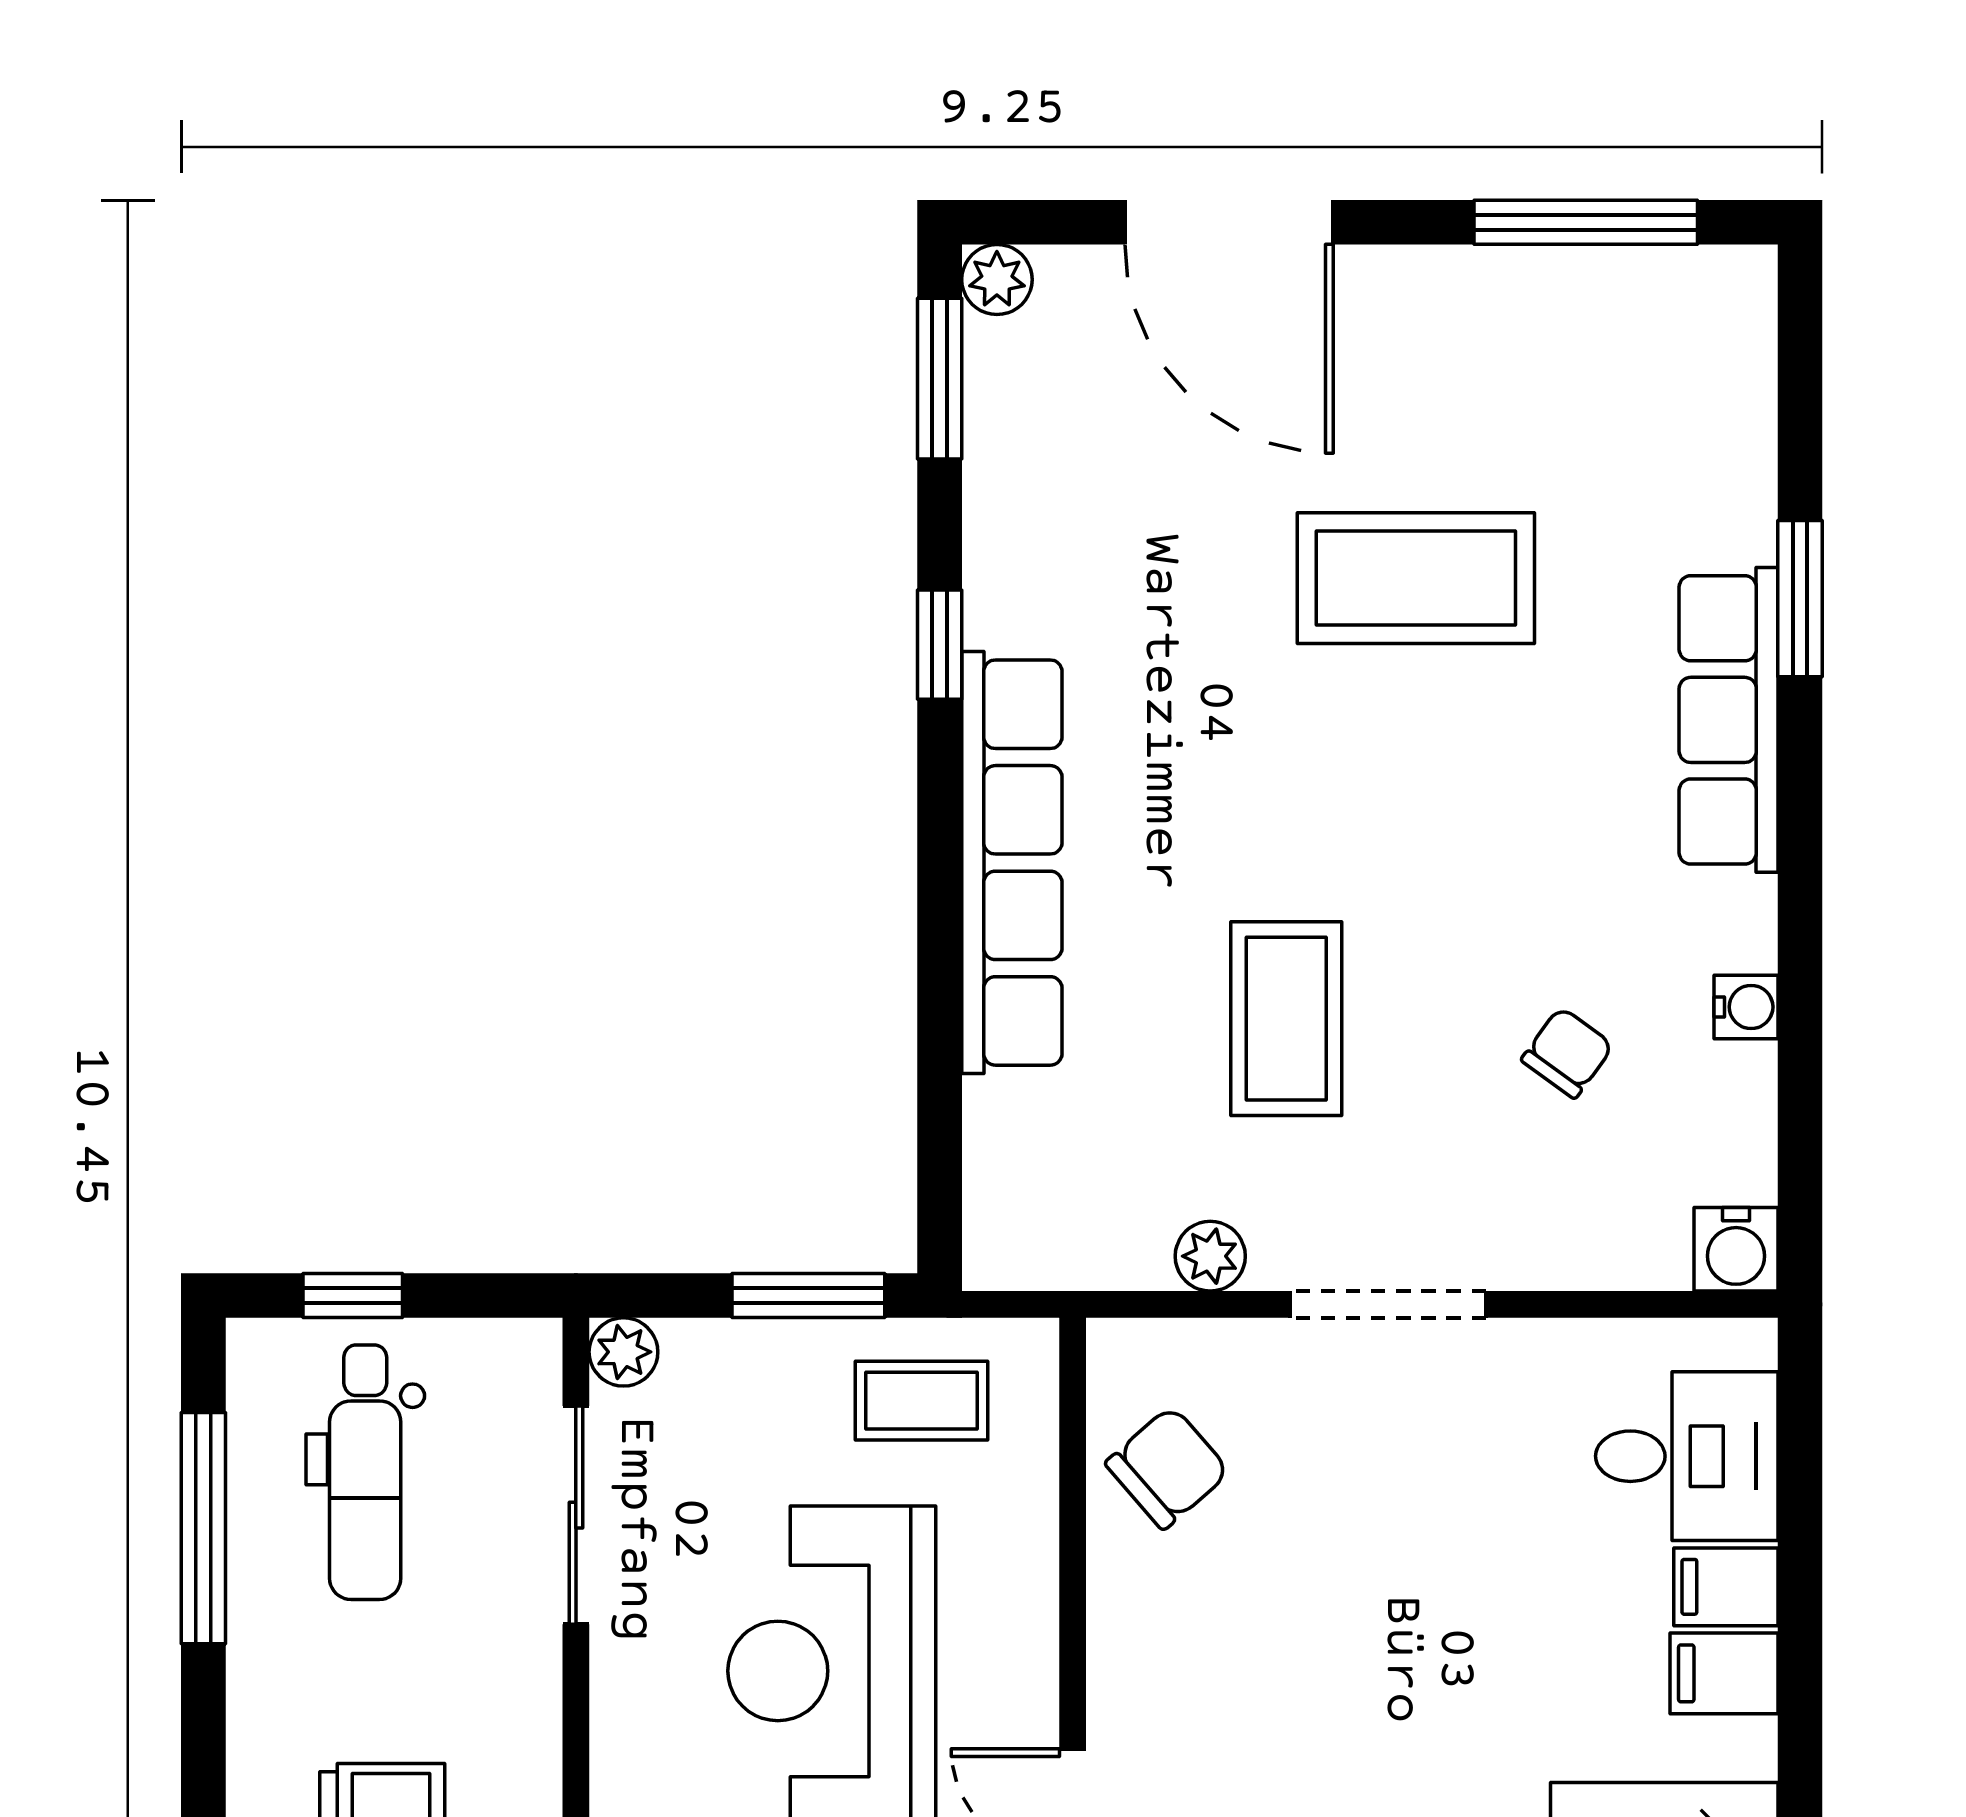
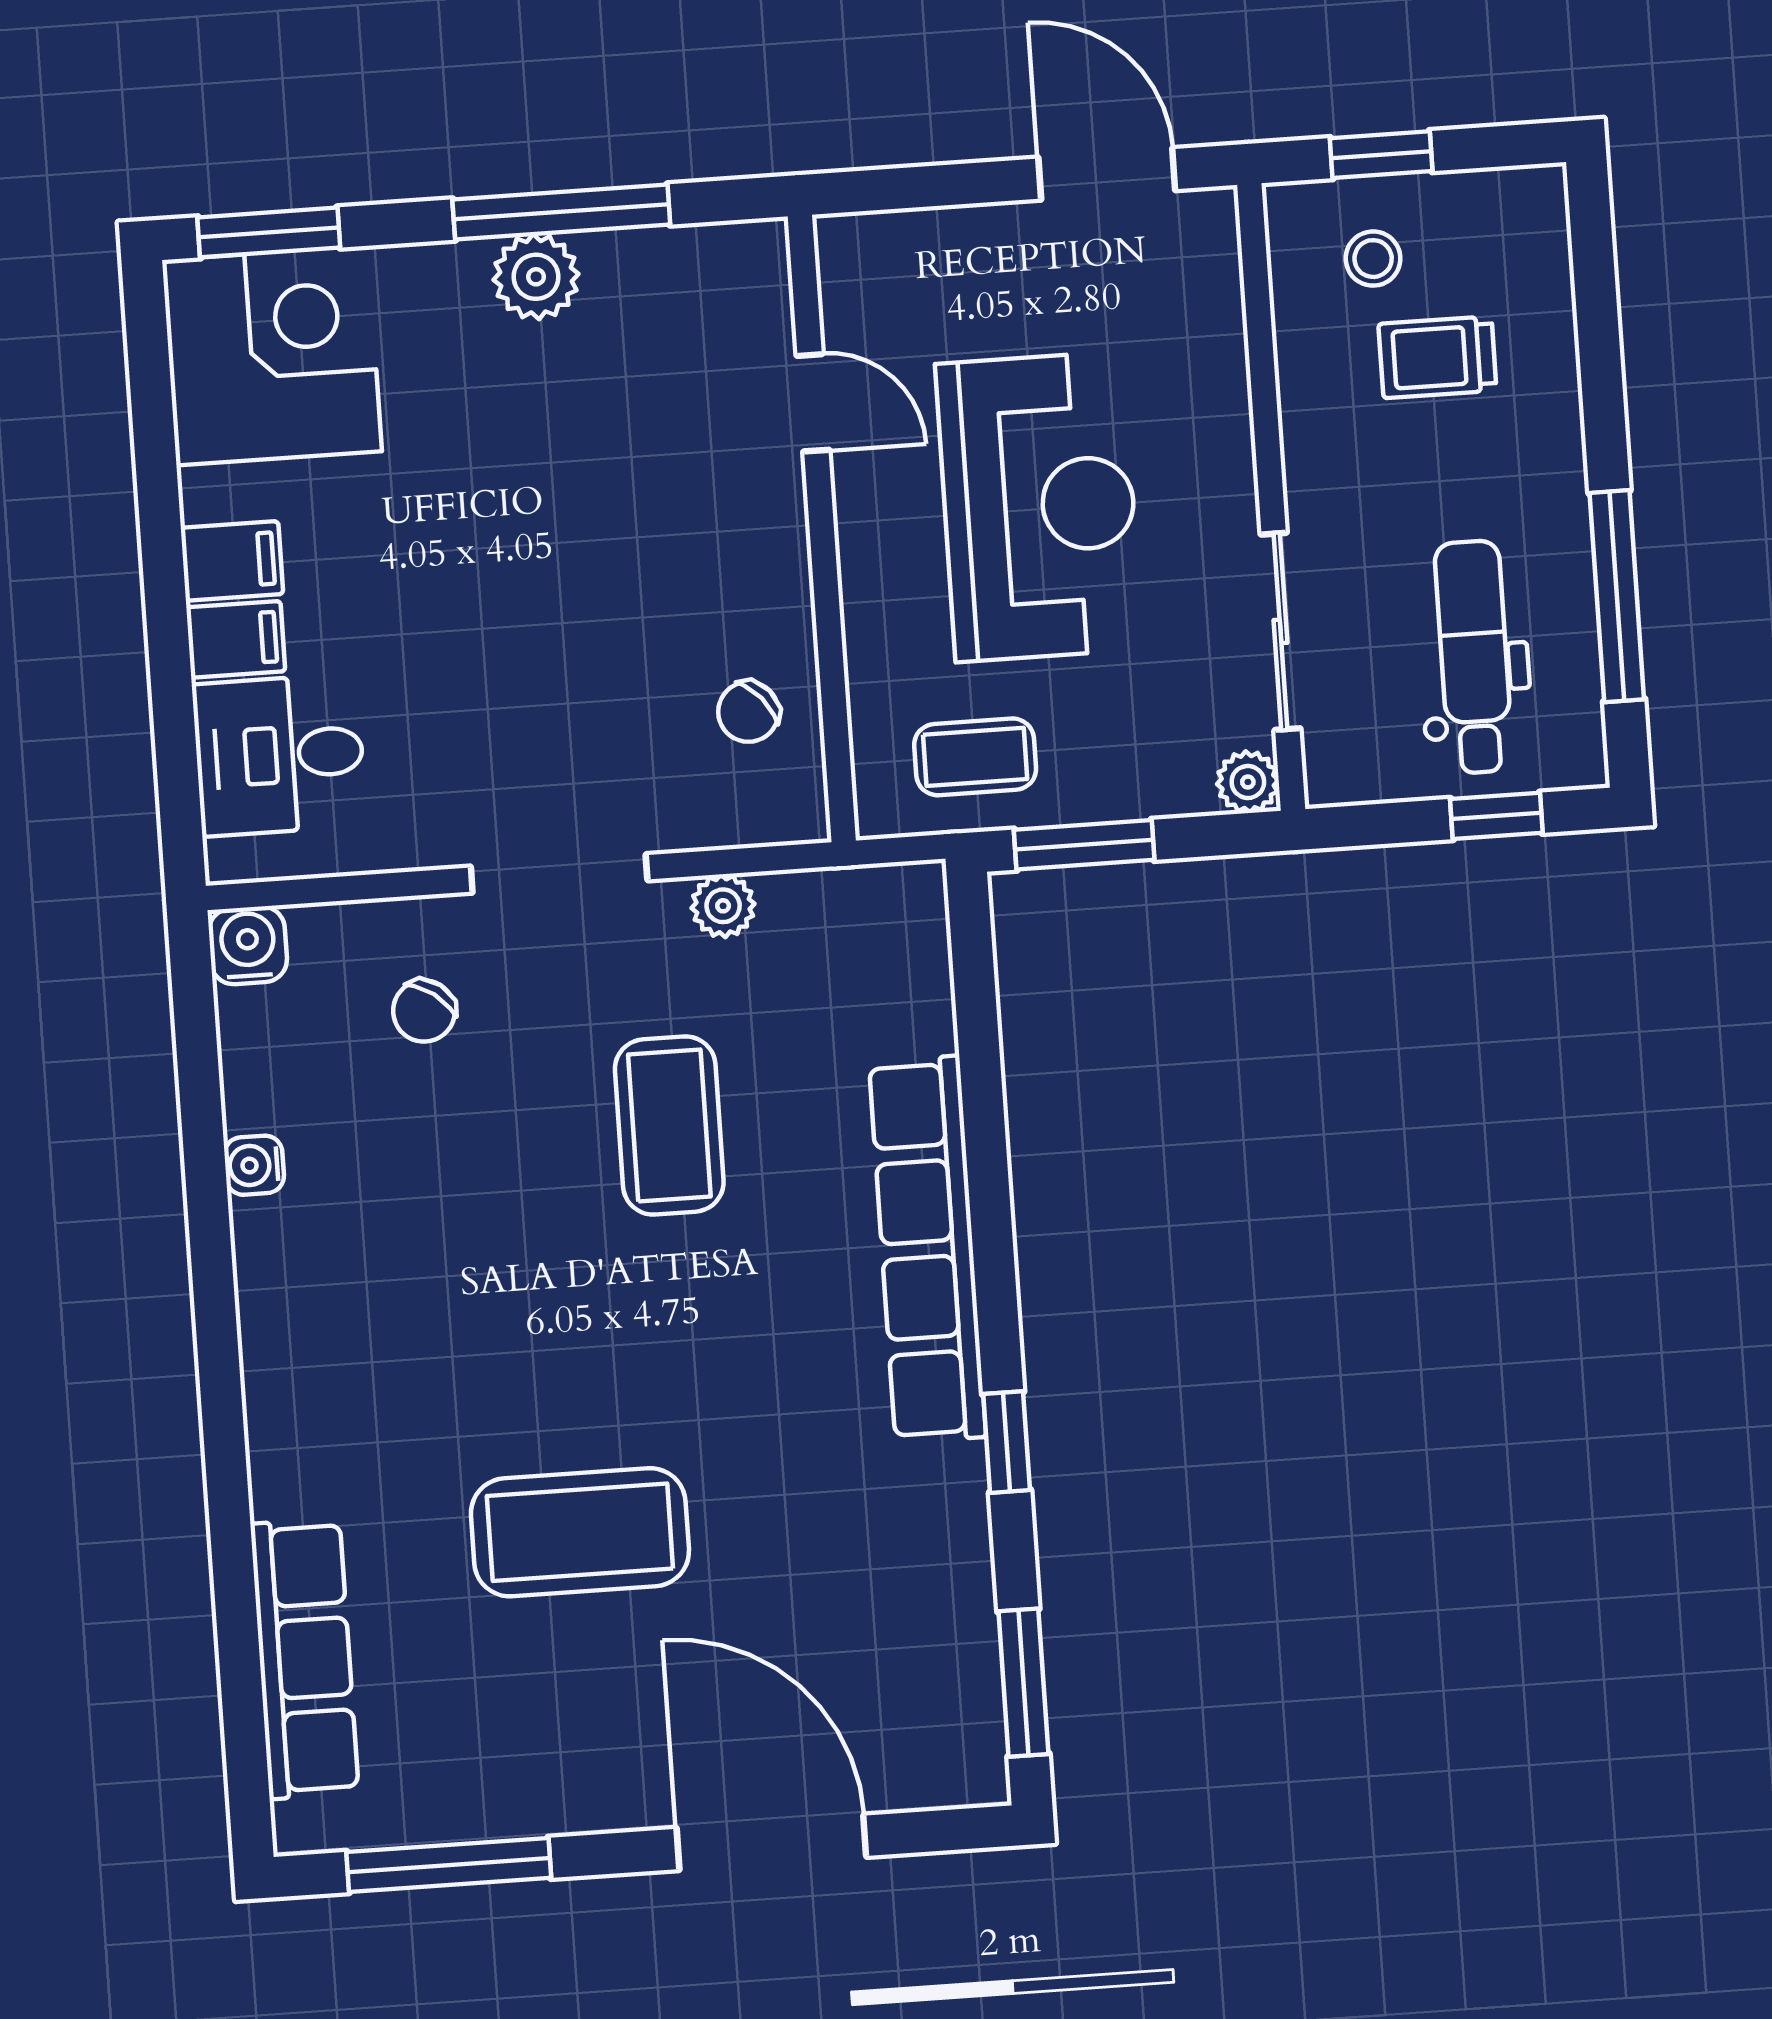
plant: (997, 280) -> (978, 1776), removed
window: (1800, 599) -> (231, 1538), removed
row of seats: (1729, 720) -> (304, 1659), moved
chair: (1567, 1053) -> (424, 1011), moved
chair: (1167, 1468) -> (748, 712), width x0.73, depth x0.73

